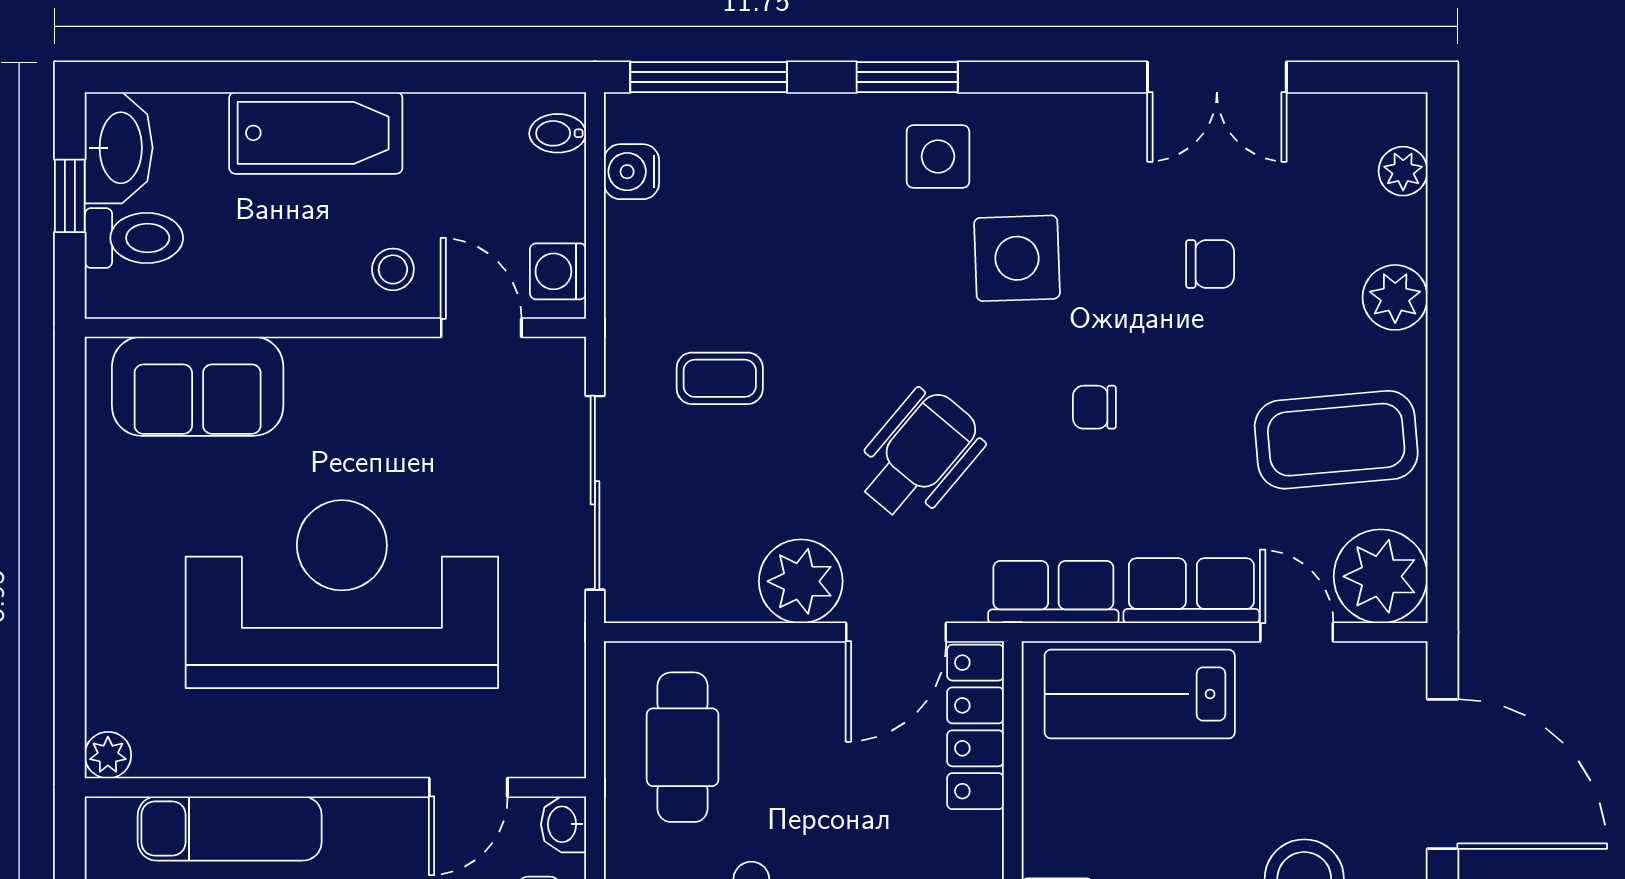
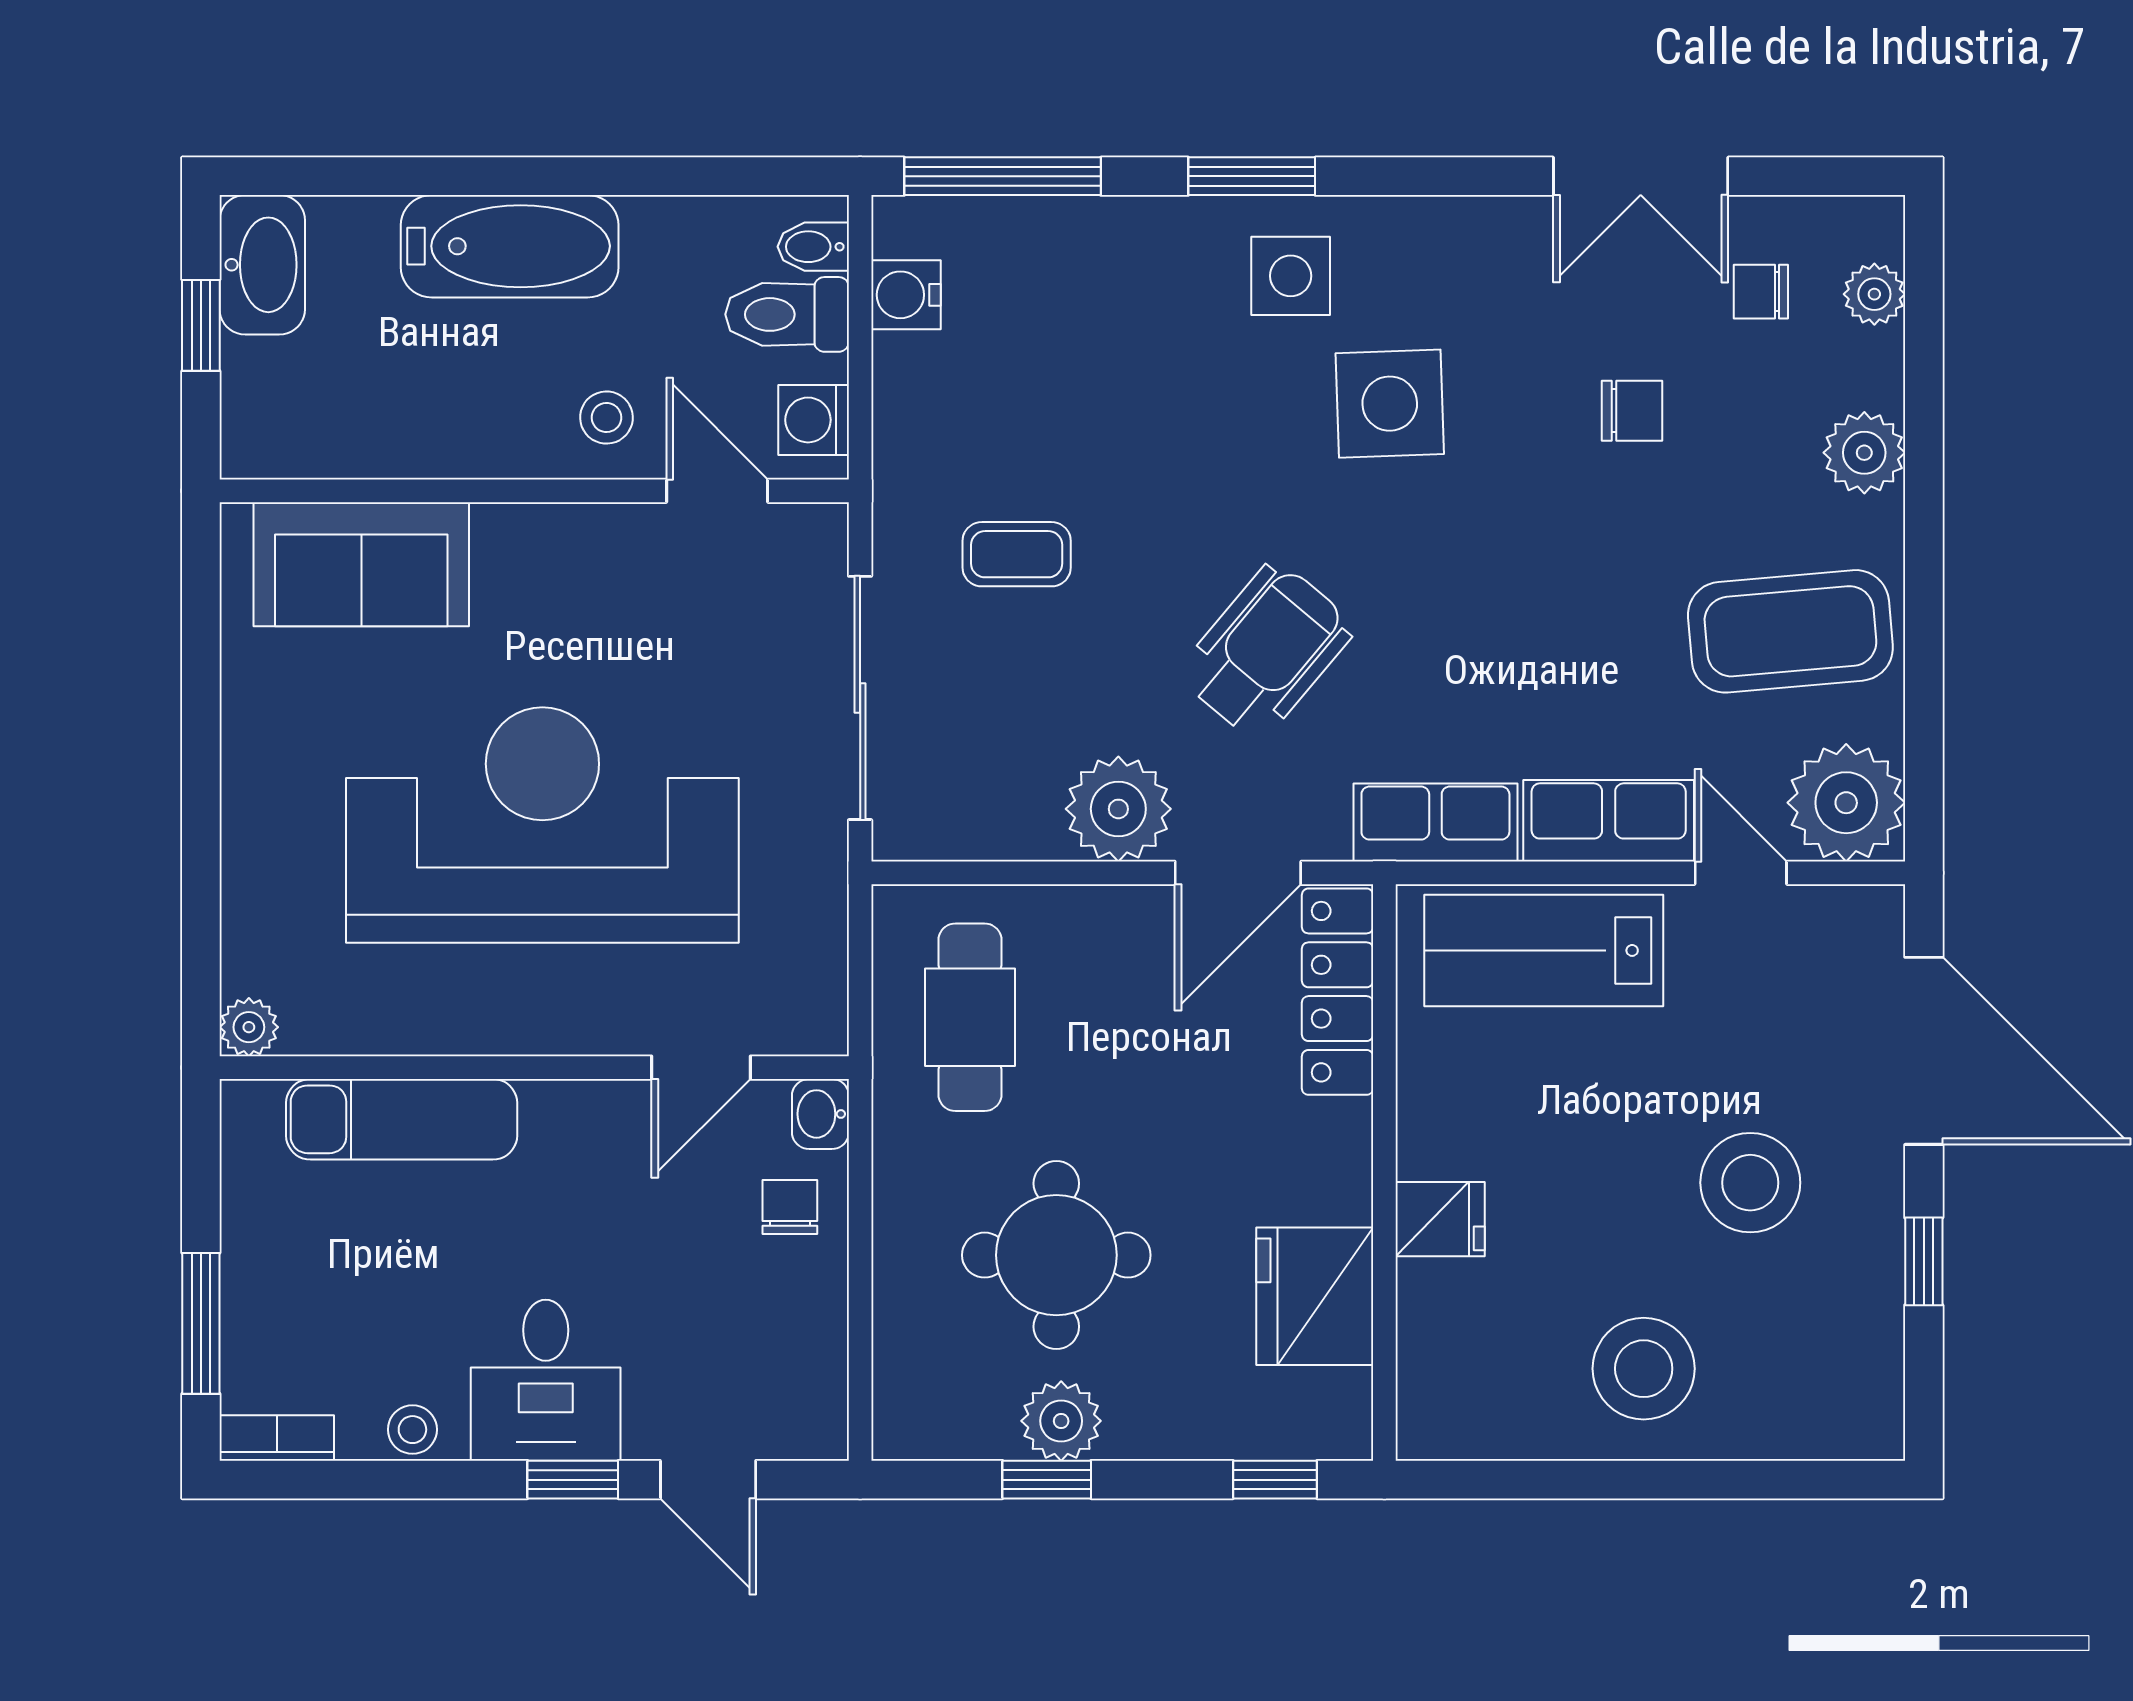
toilet: (134, 238) -> (787, 314), moved, turned 180
chair: (1094, 407) -> (1761, 292), moved

